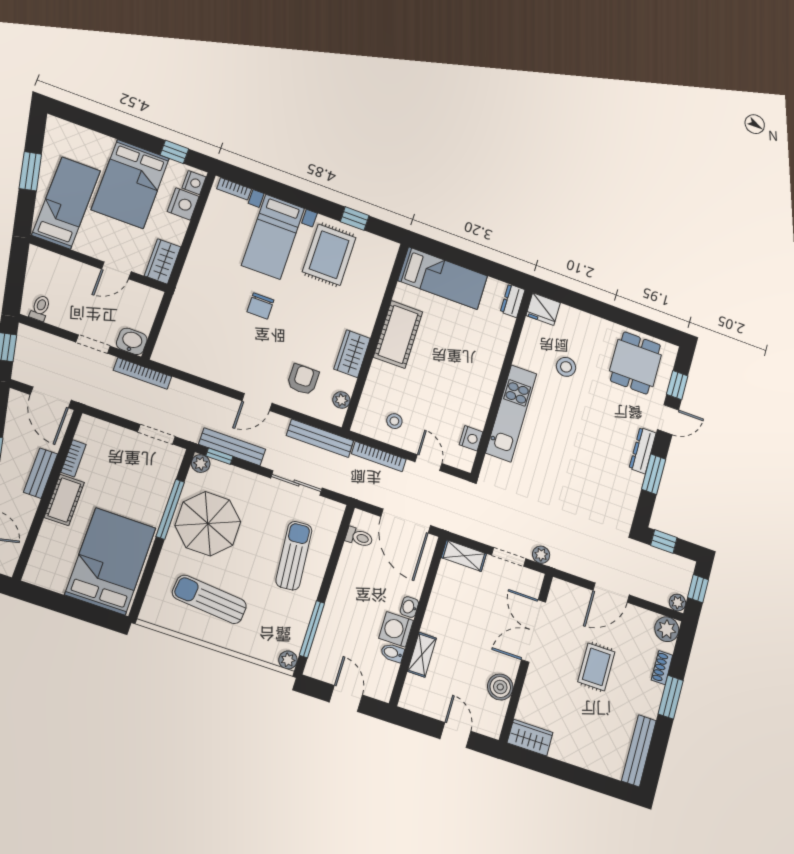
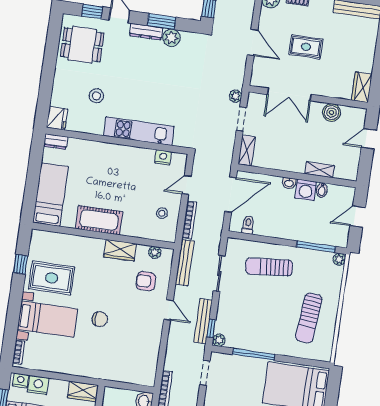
plant: (631, 483) -> (171, 38), added
parasol: (208, 524) -> (259, 328), removed

